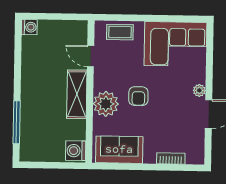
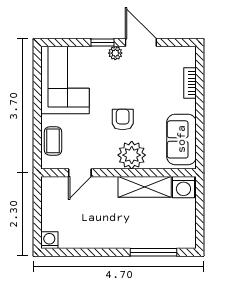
window: (209, 79) -> (103, 43), added
shelving: (77, 94) -> (145, 187), moved
armchair: (138, 96) -> (123, 120), turned -90

